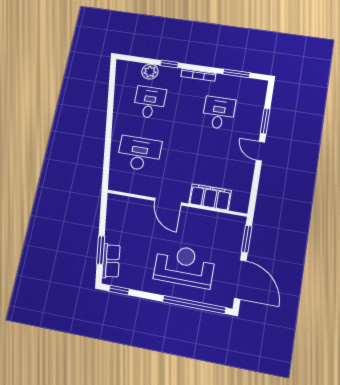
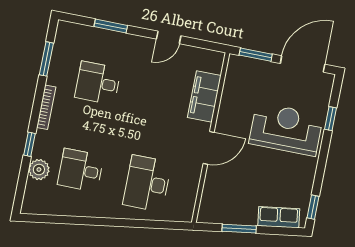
door: (260, 151) -> (169, 37), moved
window: (101, 250) -> (239, 229), moved
reception desk: (184, 266) -> (286, 129), turned 90
window: (194, 305) -> (331, 119), width x0.32

